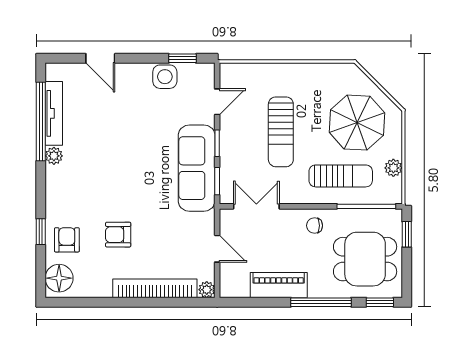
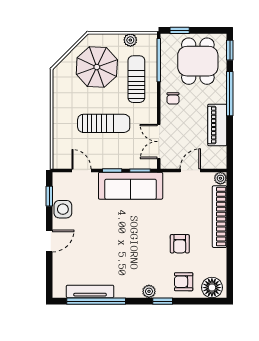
door: (100, 58) -> (49, 241), moved
plant: (54, 156) -> (149, 291), moved
window: (41, 232) -> (163, 301), moved

